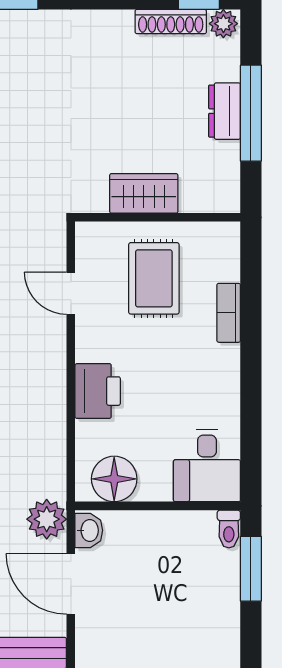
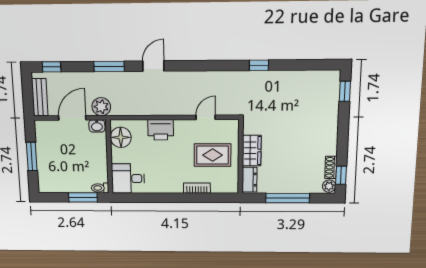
shoe rack: (171, 22) -> (331, 167), width x0.70
dresser: (225, 111) -> (249, 180), moved, turned 90

